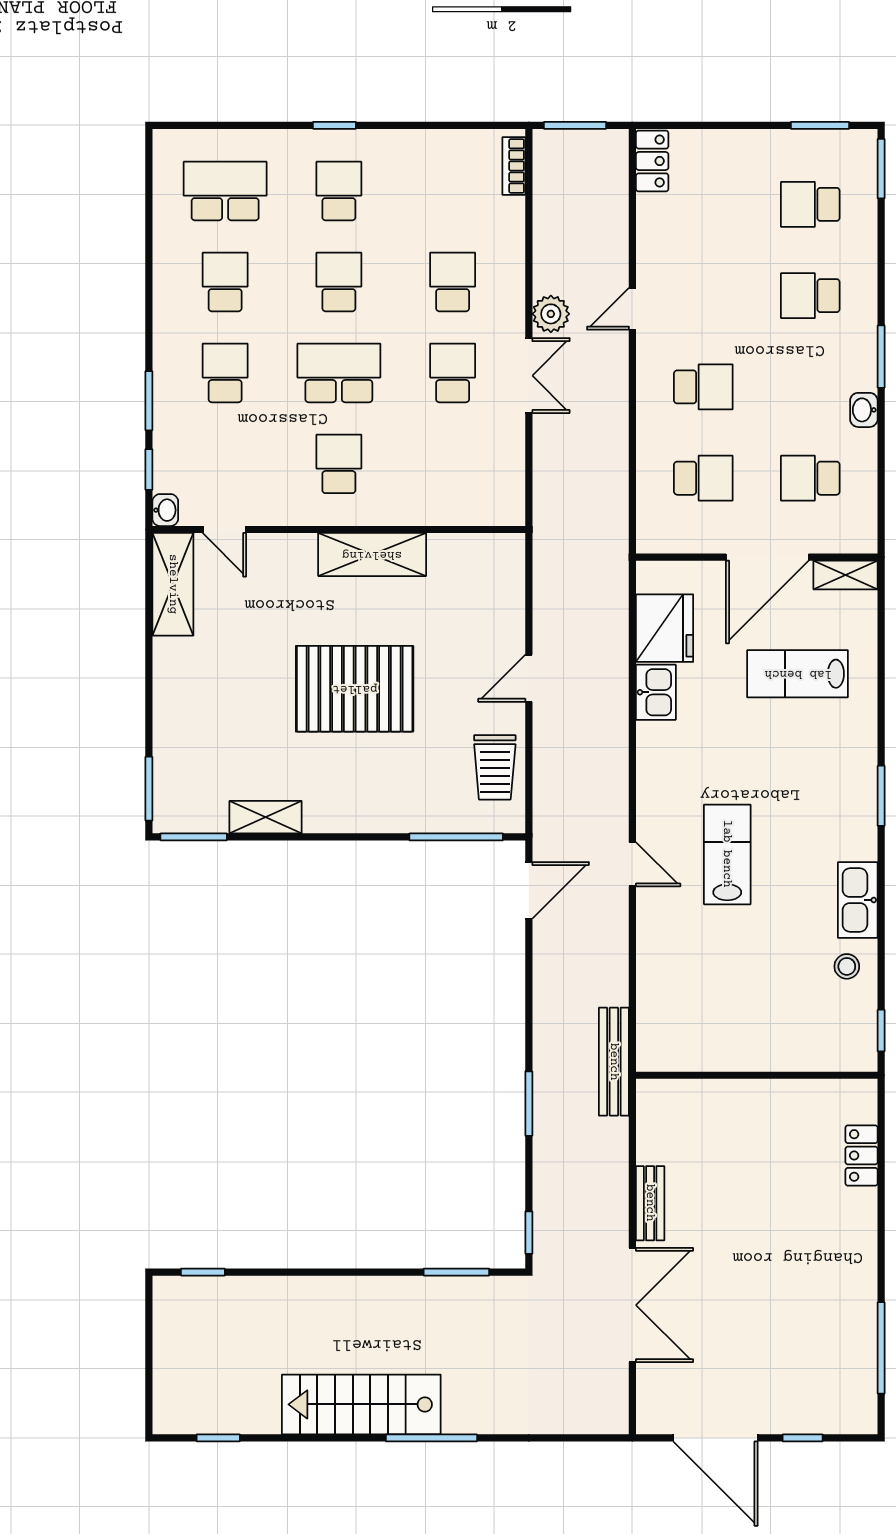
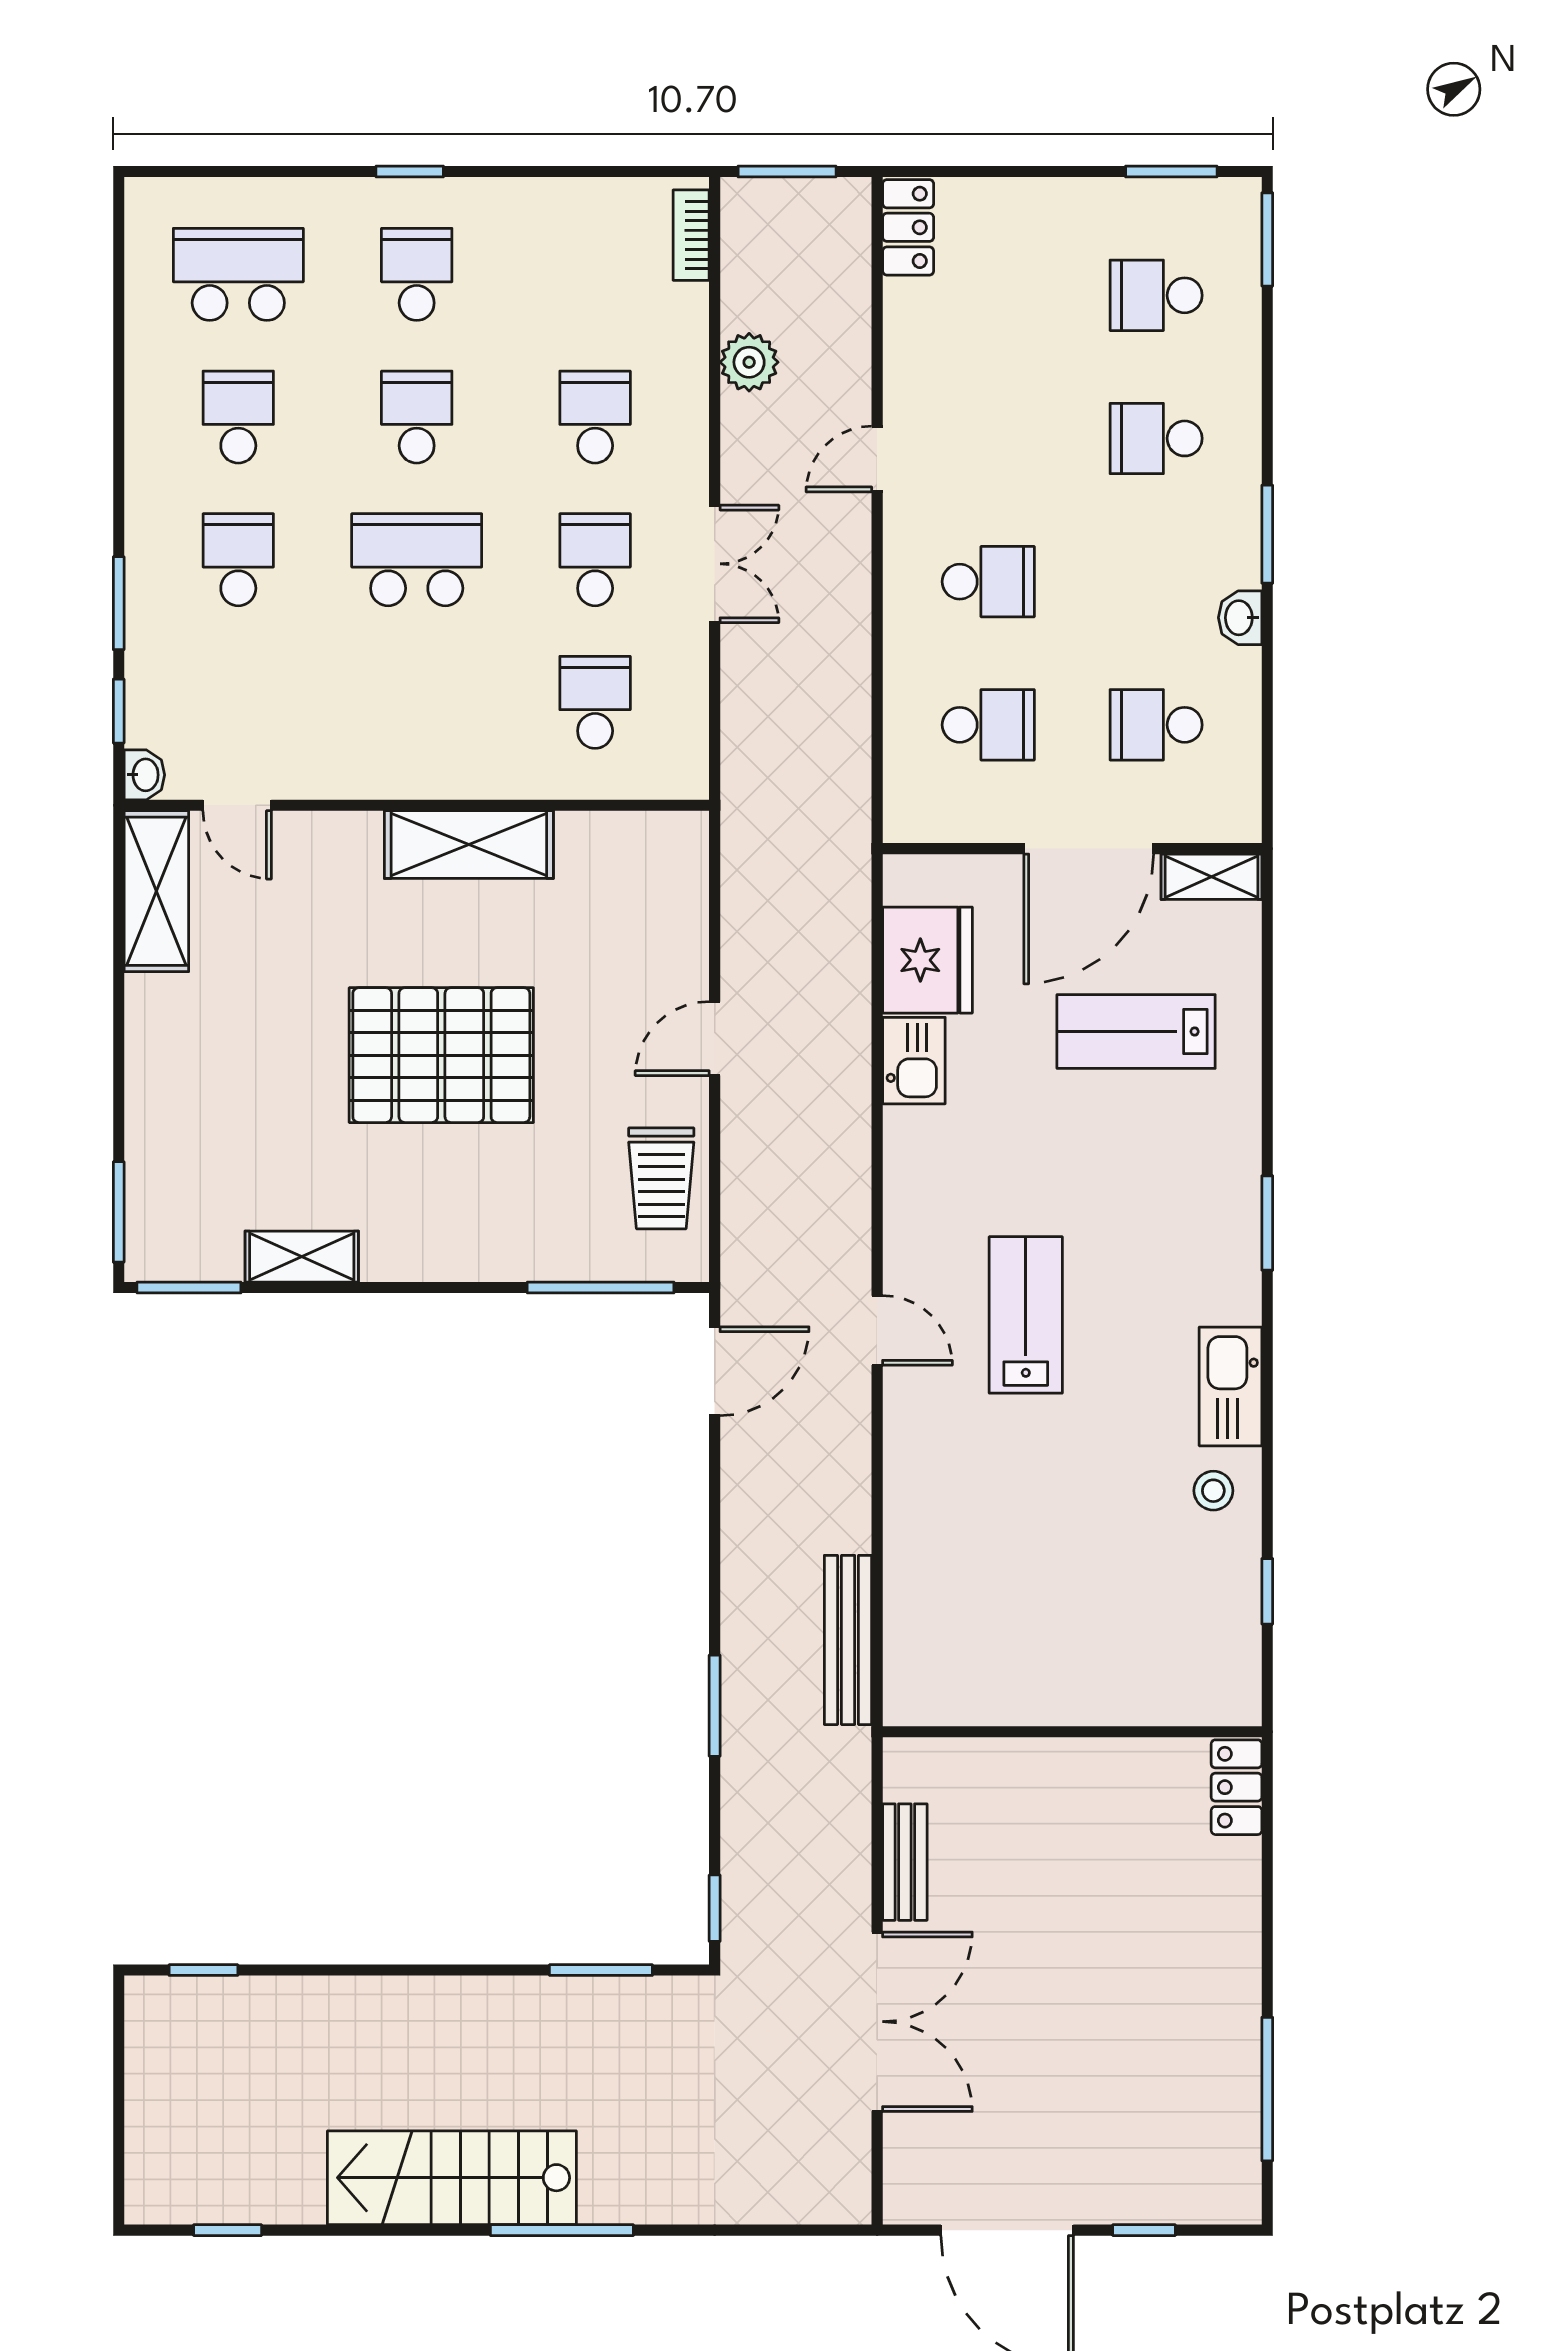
plant: (551, 314) -> (749, 362), moved
school desk: (339, 464) -> (595, 702), moved
wall: (757, 1075) -> (1072, 1732), moved

